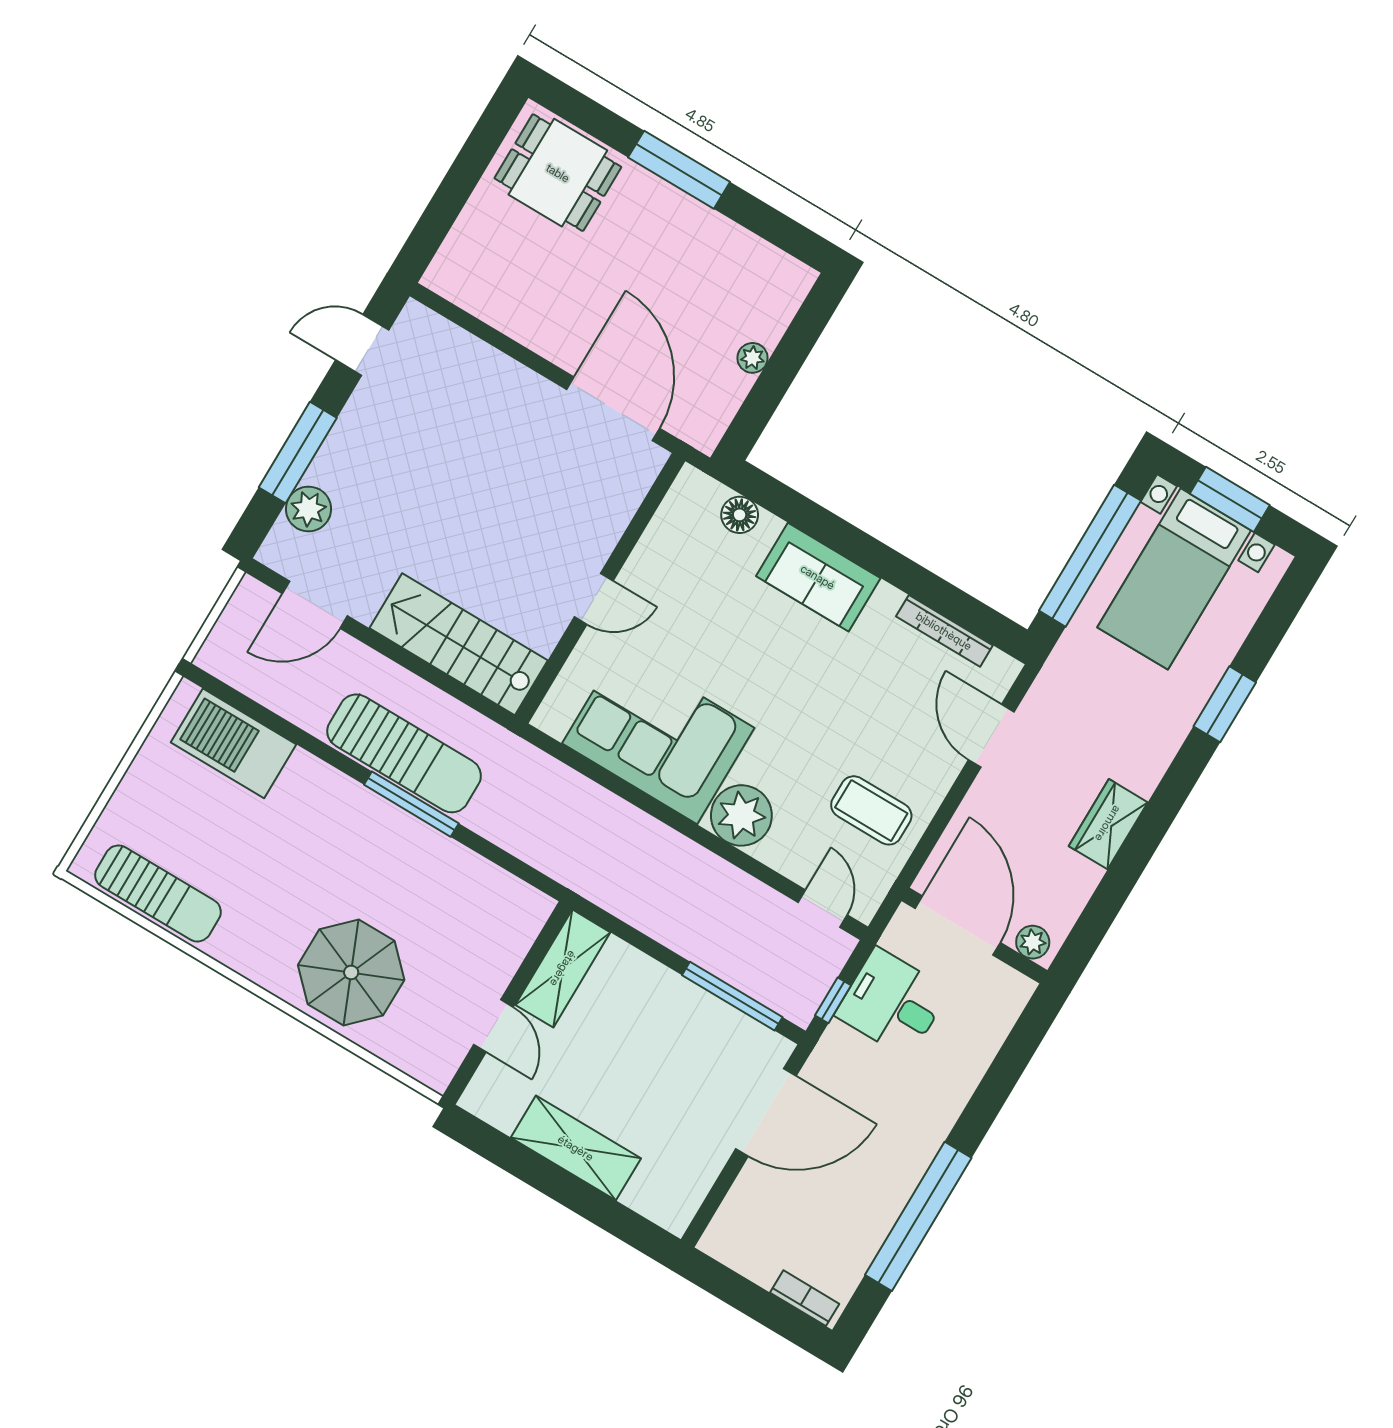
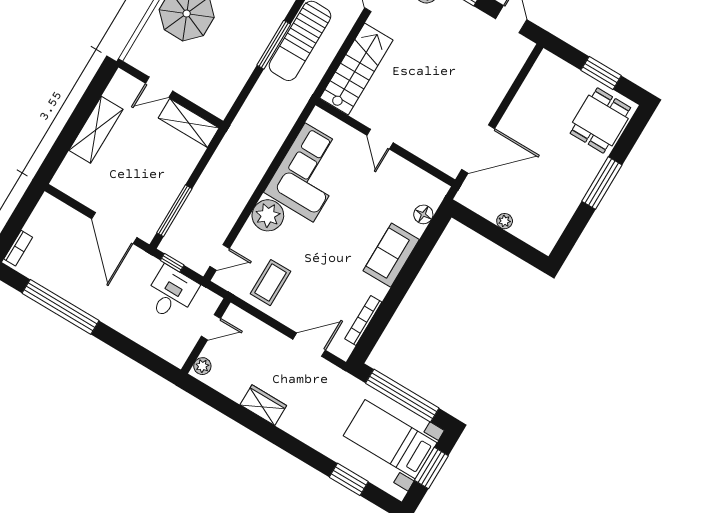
window: (466, 171) -> (601, 73), added
window: (1225, 704) -> (349, 479), moved
door: (958, 926) -> (211, 327), width x0.53

